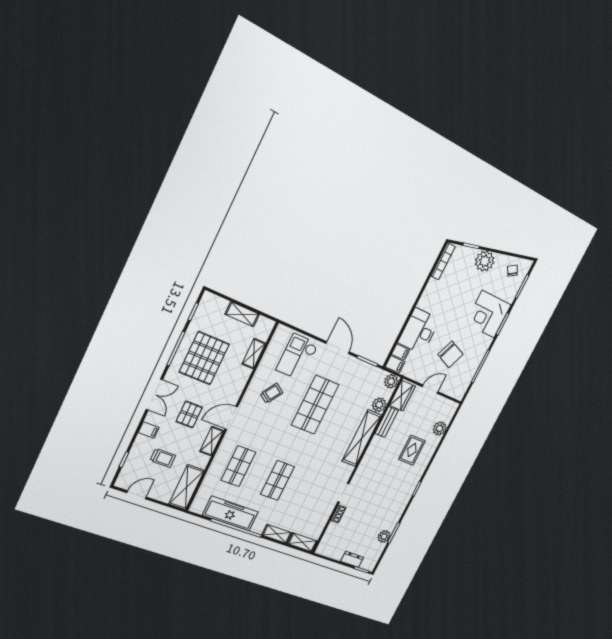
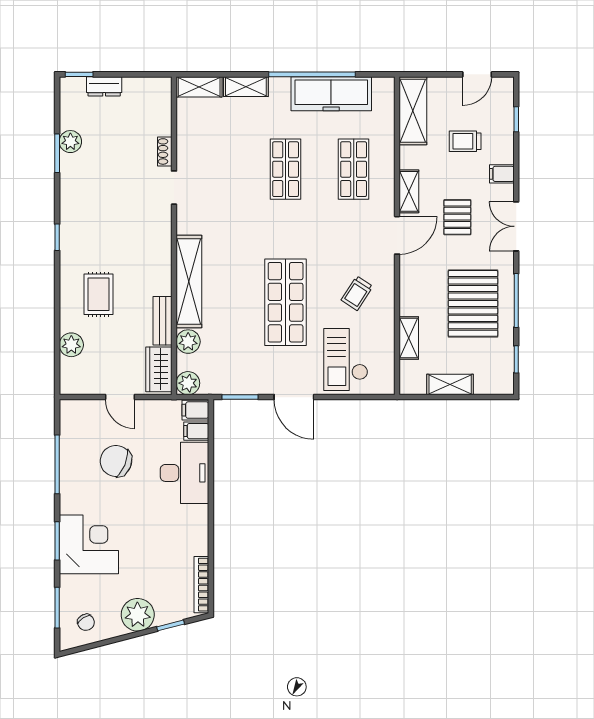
checkout: (297, 357) -> (346, 359), turned 180
door: (430, 389) -> (120, 397), hinge flipped

